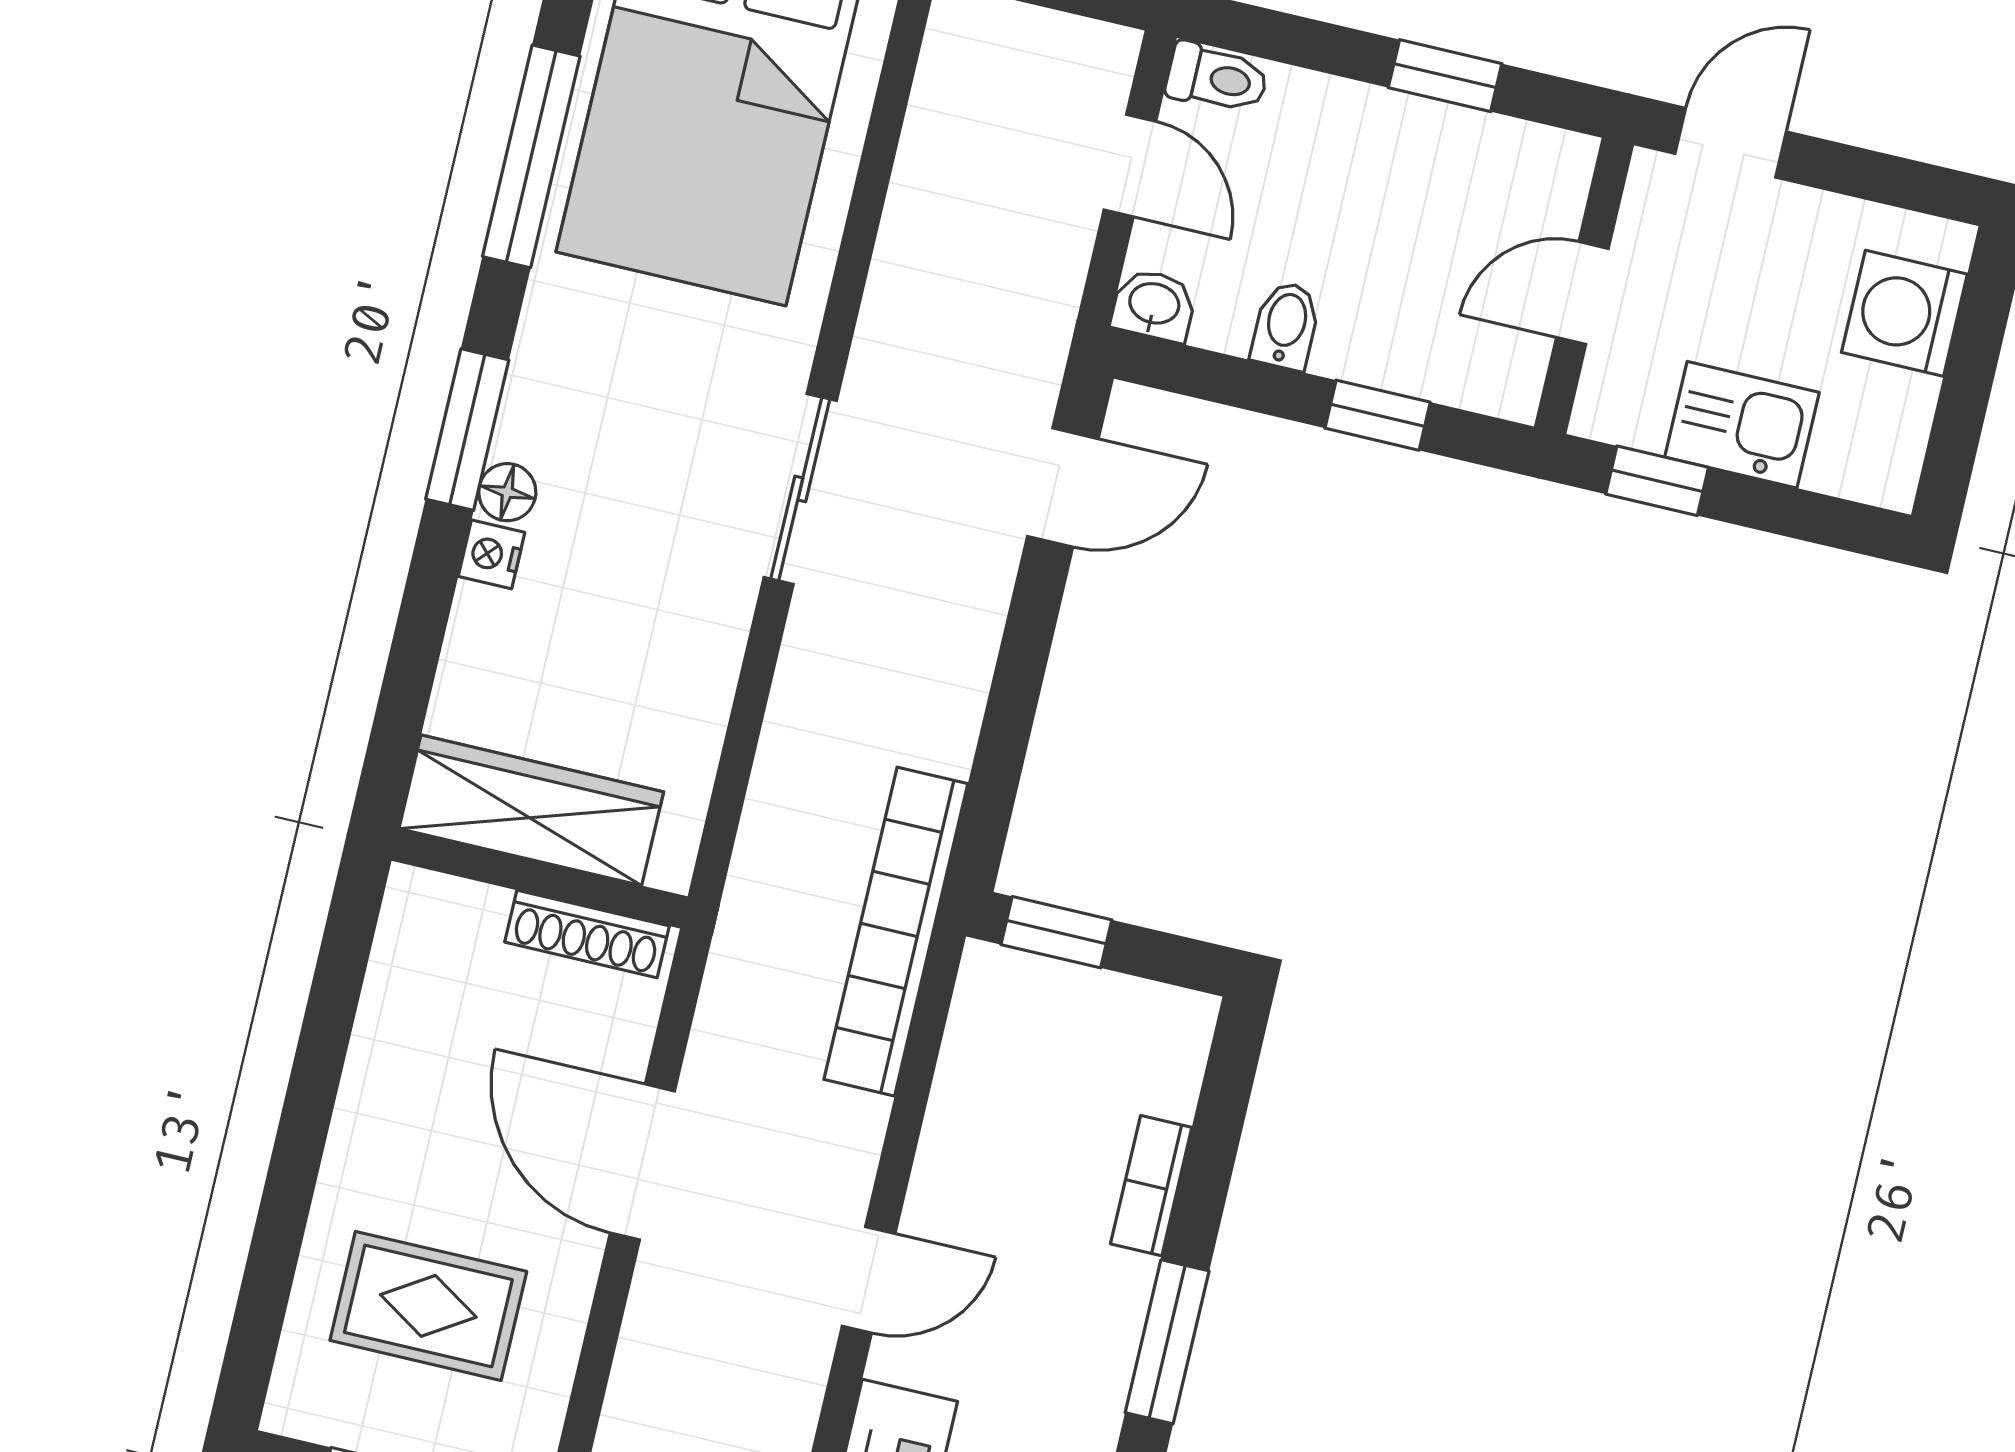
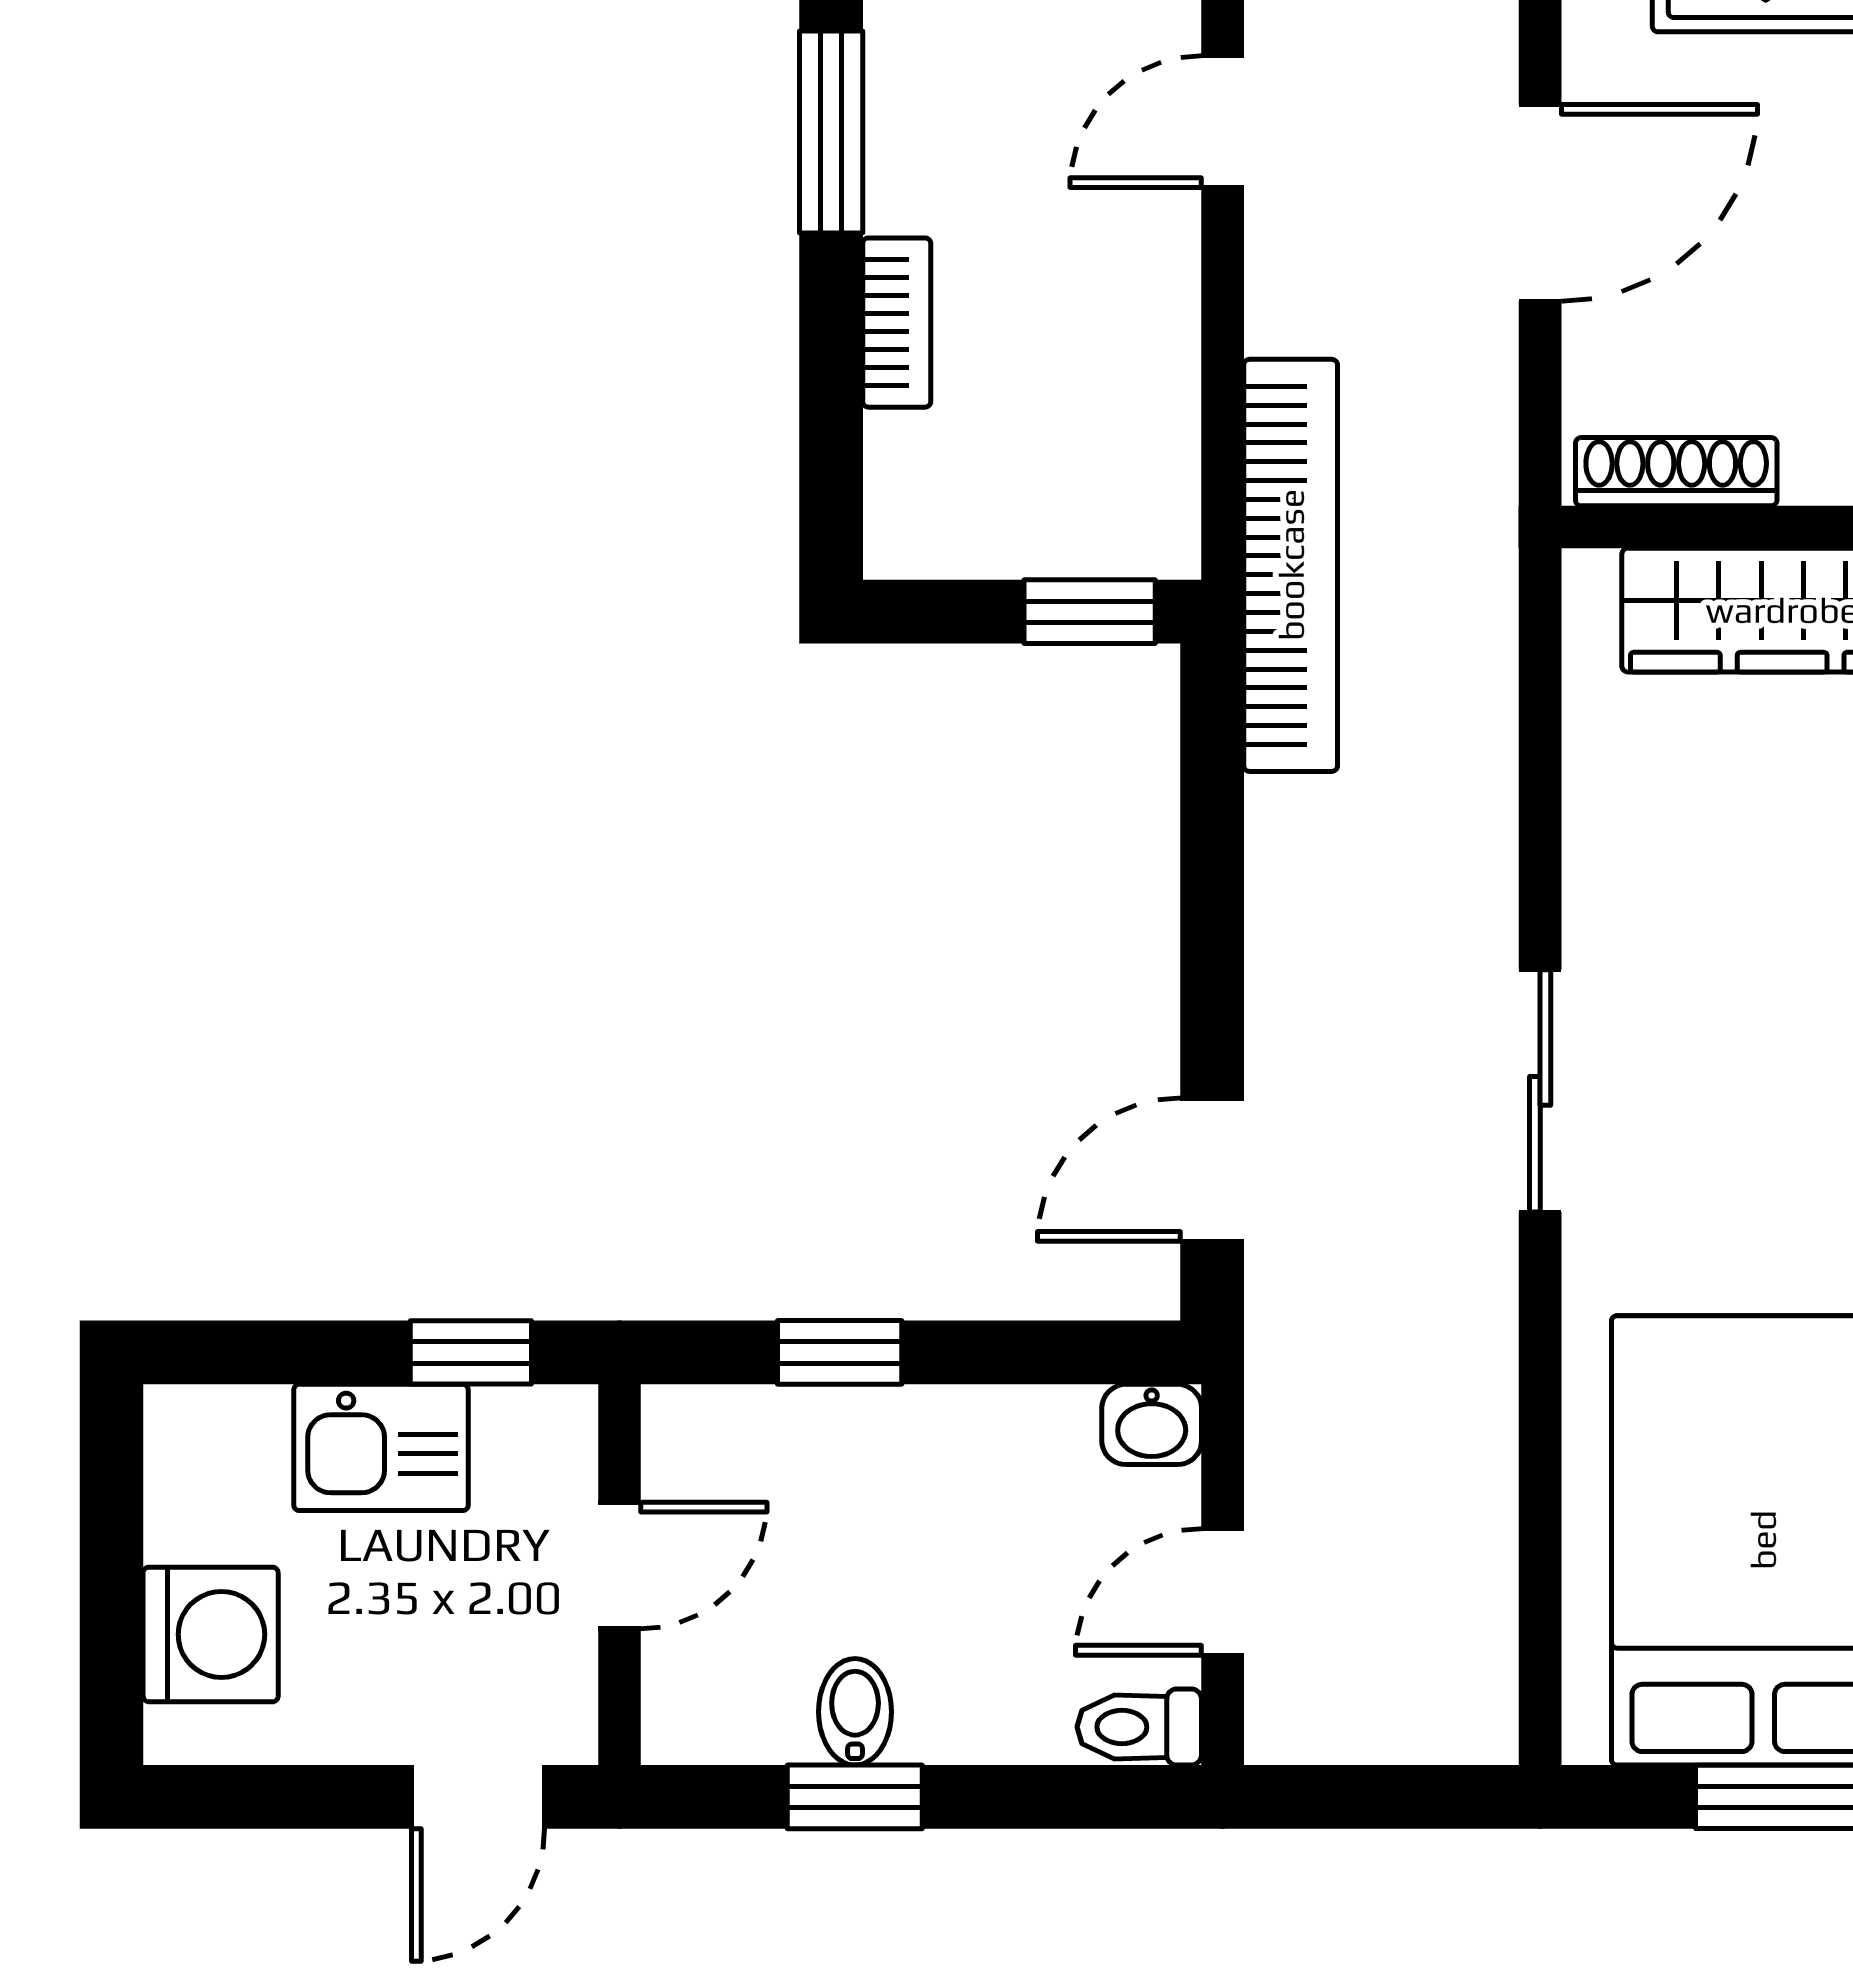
door: (1130, 166) -> (1223, 1592), hinge flipped
bidet: (1286, 326) -> (855, 1712), moved, turned 180
door: (642, 1162) -> (1540, 203), hinge flipped

